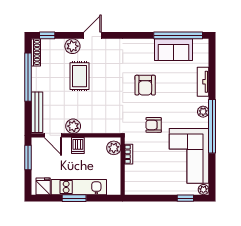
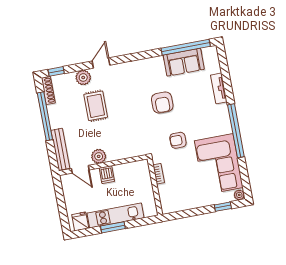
plant: (203, 112) -> (224, 118), removed
plant: (114, 148) -> (143, 170), removed
window: (28, 158) -> (60, 196), removed

